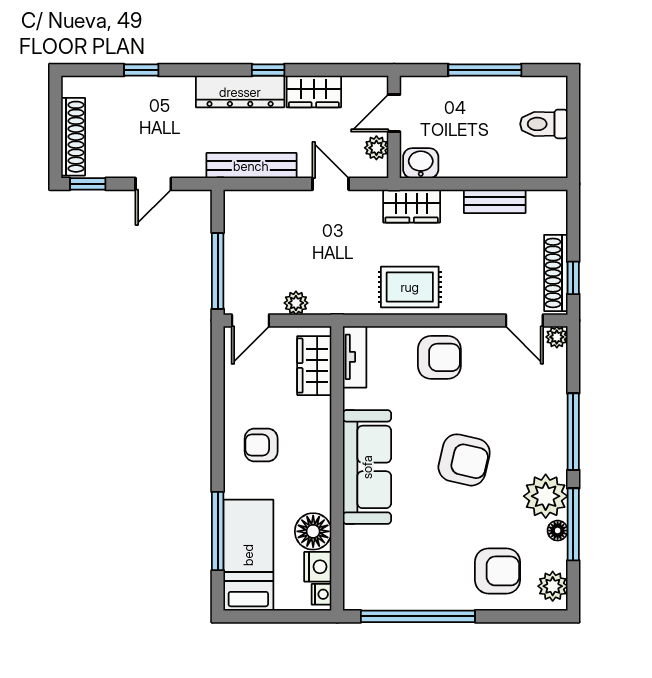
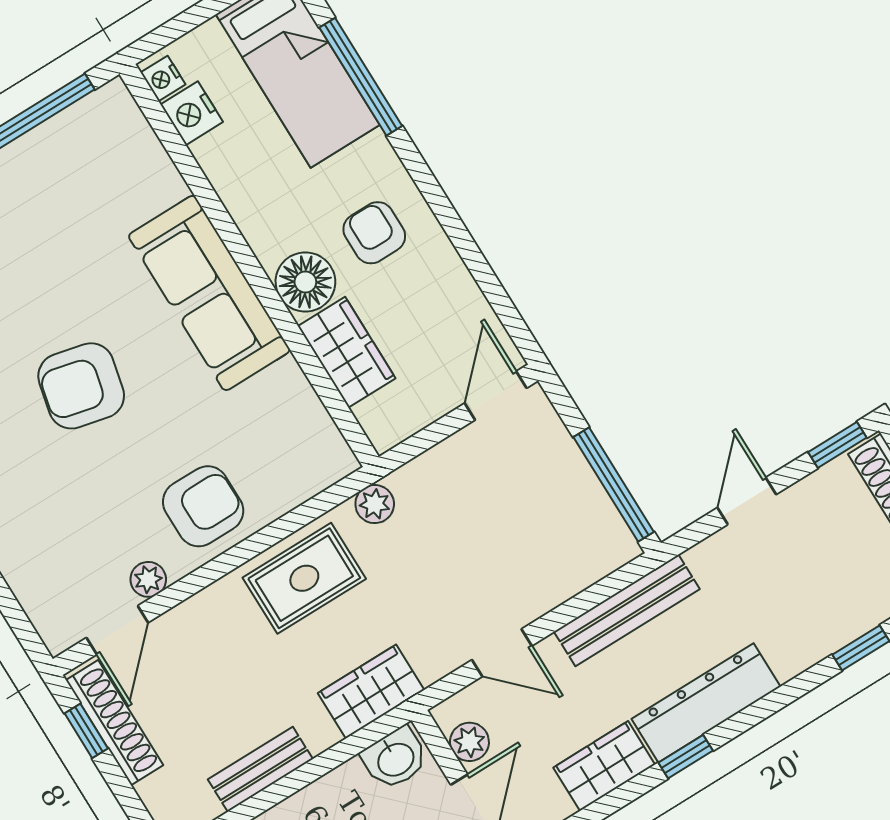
window: (218, 271) -> (614, 485), moved
plant: (296, 303) -> (375, 504), moved
door: (524, 320) -> (117, 630), swing flipped
plant: (557, 337) -> (148, 579), moved
tv unit: (355, 357) -> (321, 434), removed
armchair: (439, 357) -> (203, 506), turned 180
wardrobe: (314, 366) -> (347, 352), moved
armchair: (261, 445) -> (374, 233), turned -90
floor lamp: (313, 531) -> (305, 282), moved

